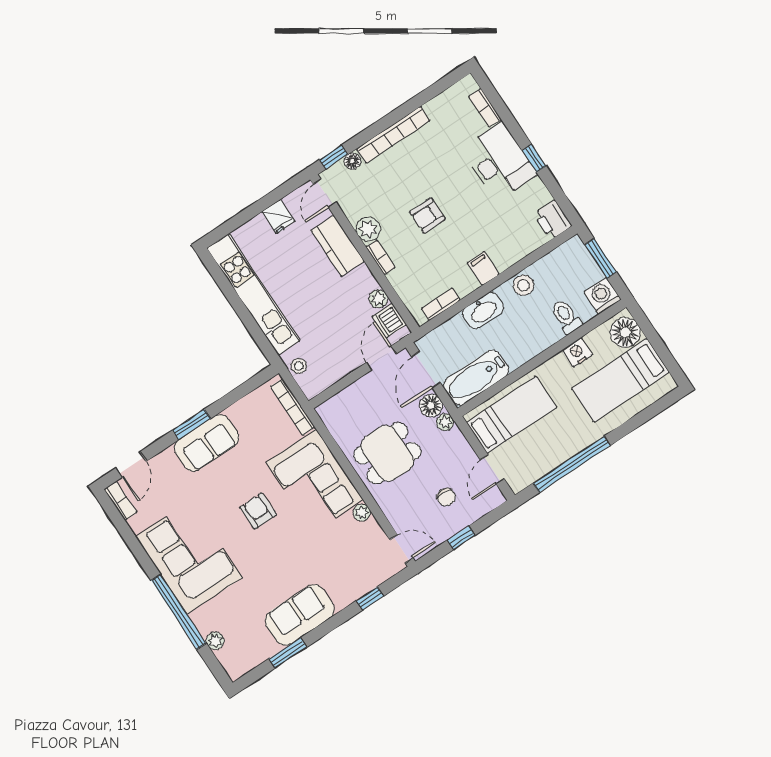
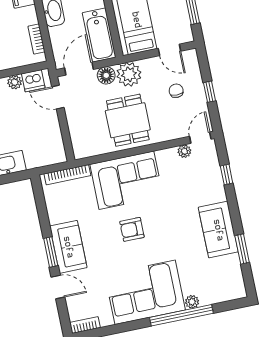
stool: (299, 366) -> (40, 158), removed
door: (426, 370) -> (79, 69), swing flipped
plant: (445, 422) -> (129, 74), width x1.88, depth x1.88
door: (131, 465) -> (58, 287), moved
chair: (446, 497) -> (176, 91), turned -90
plant: (362, 513) -> (184, 151), moved
plant: (215, 641) -> (192, 302), moved

